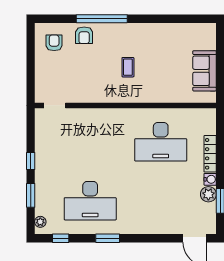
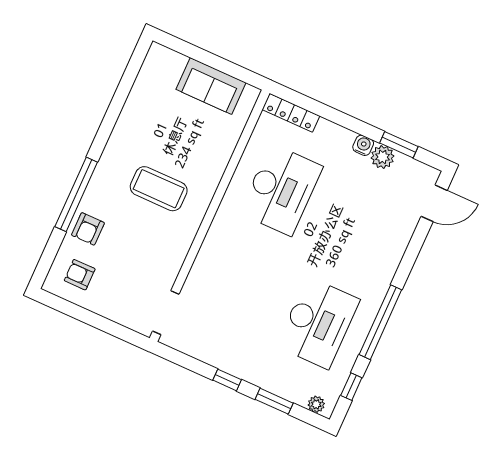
armchair: (84, 35) -> (88, 229), turned 90
coffee table: (128, 67) -> (159, 189), width x1.86, depth x1.72
doorway: (55, 105) -> (166, 313), width x1.38
locker: (210, 154) -> (291, 113), moved
window: (108, 238) -> (380, 322), width x2.11

